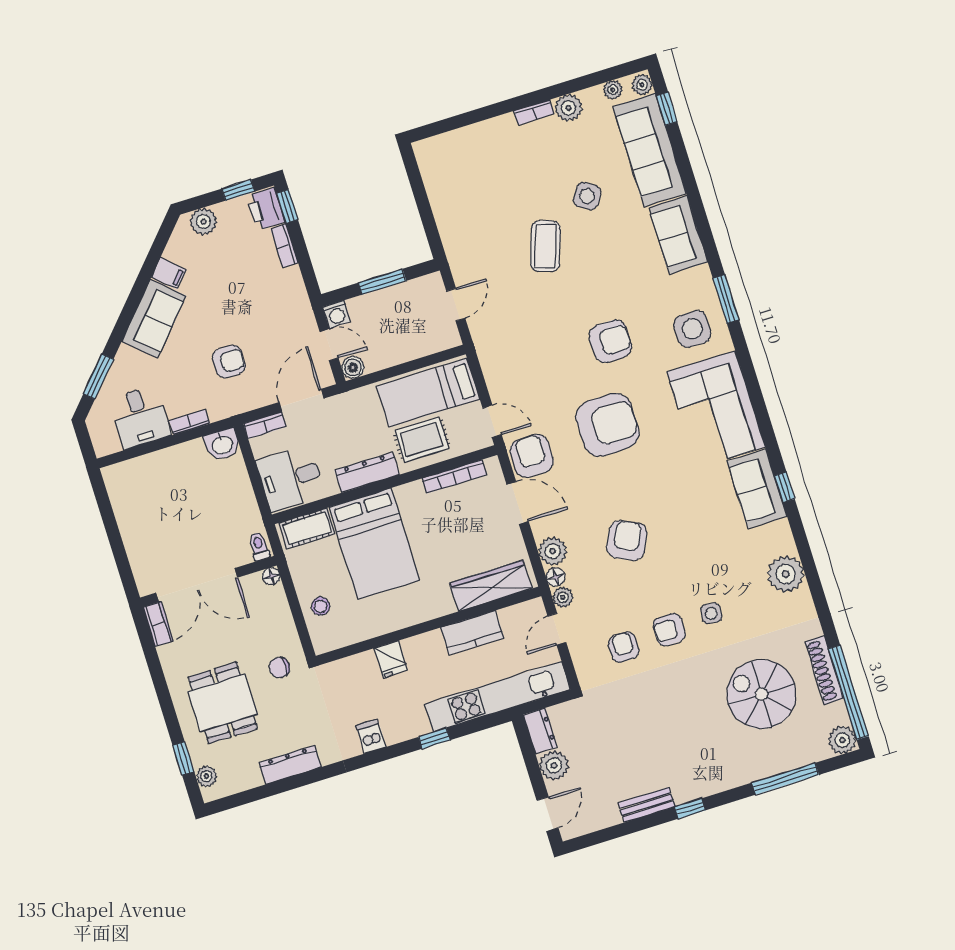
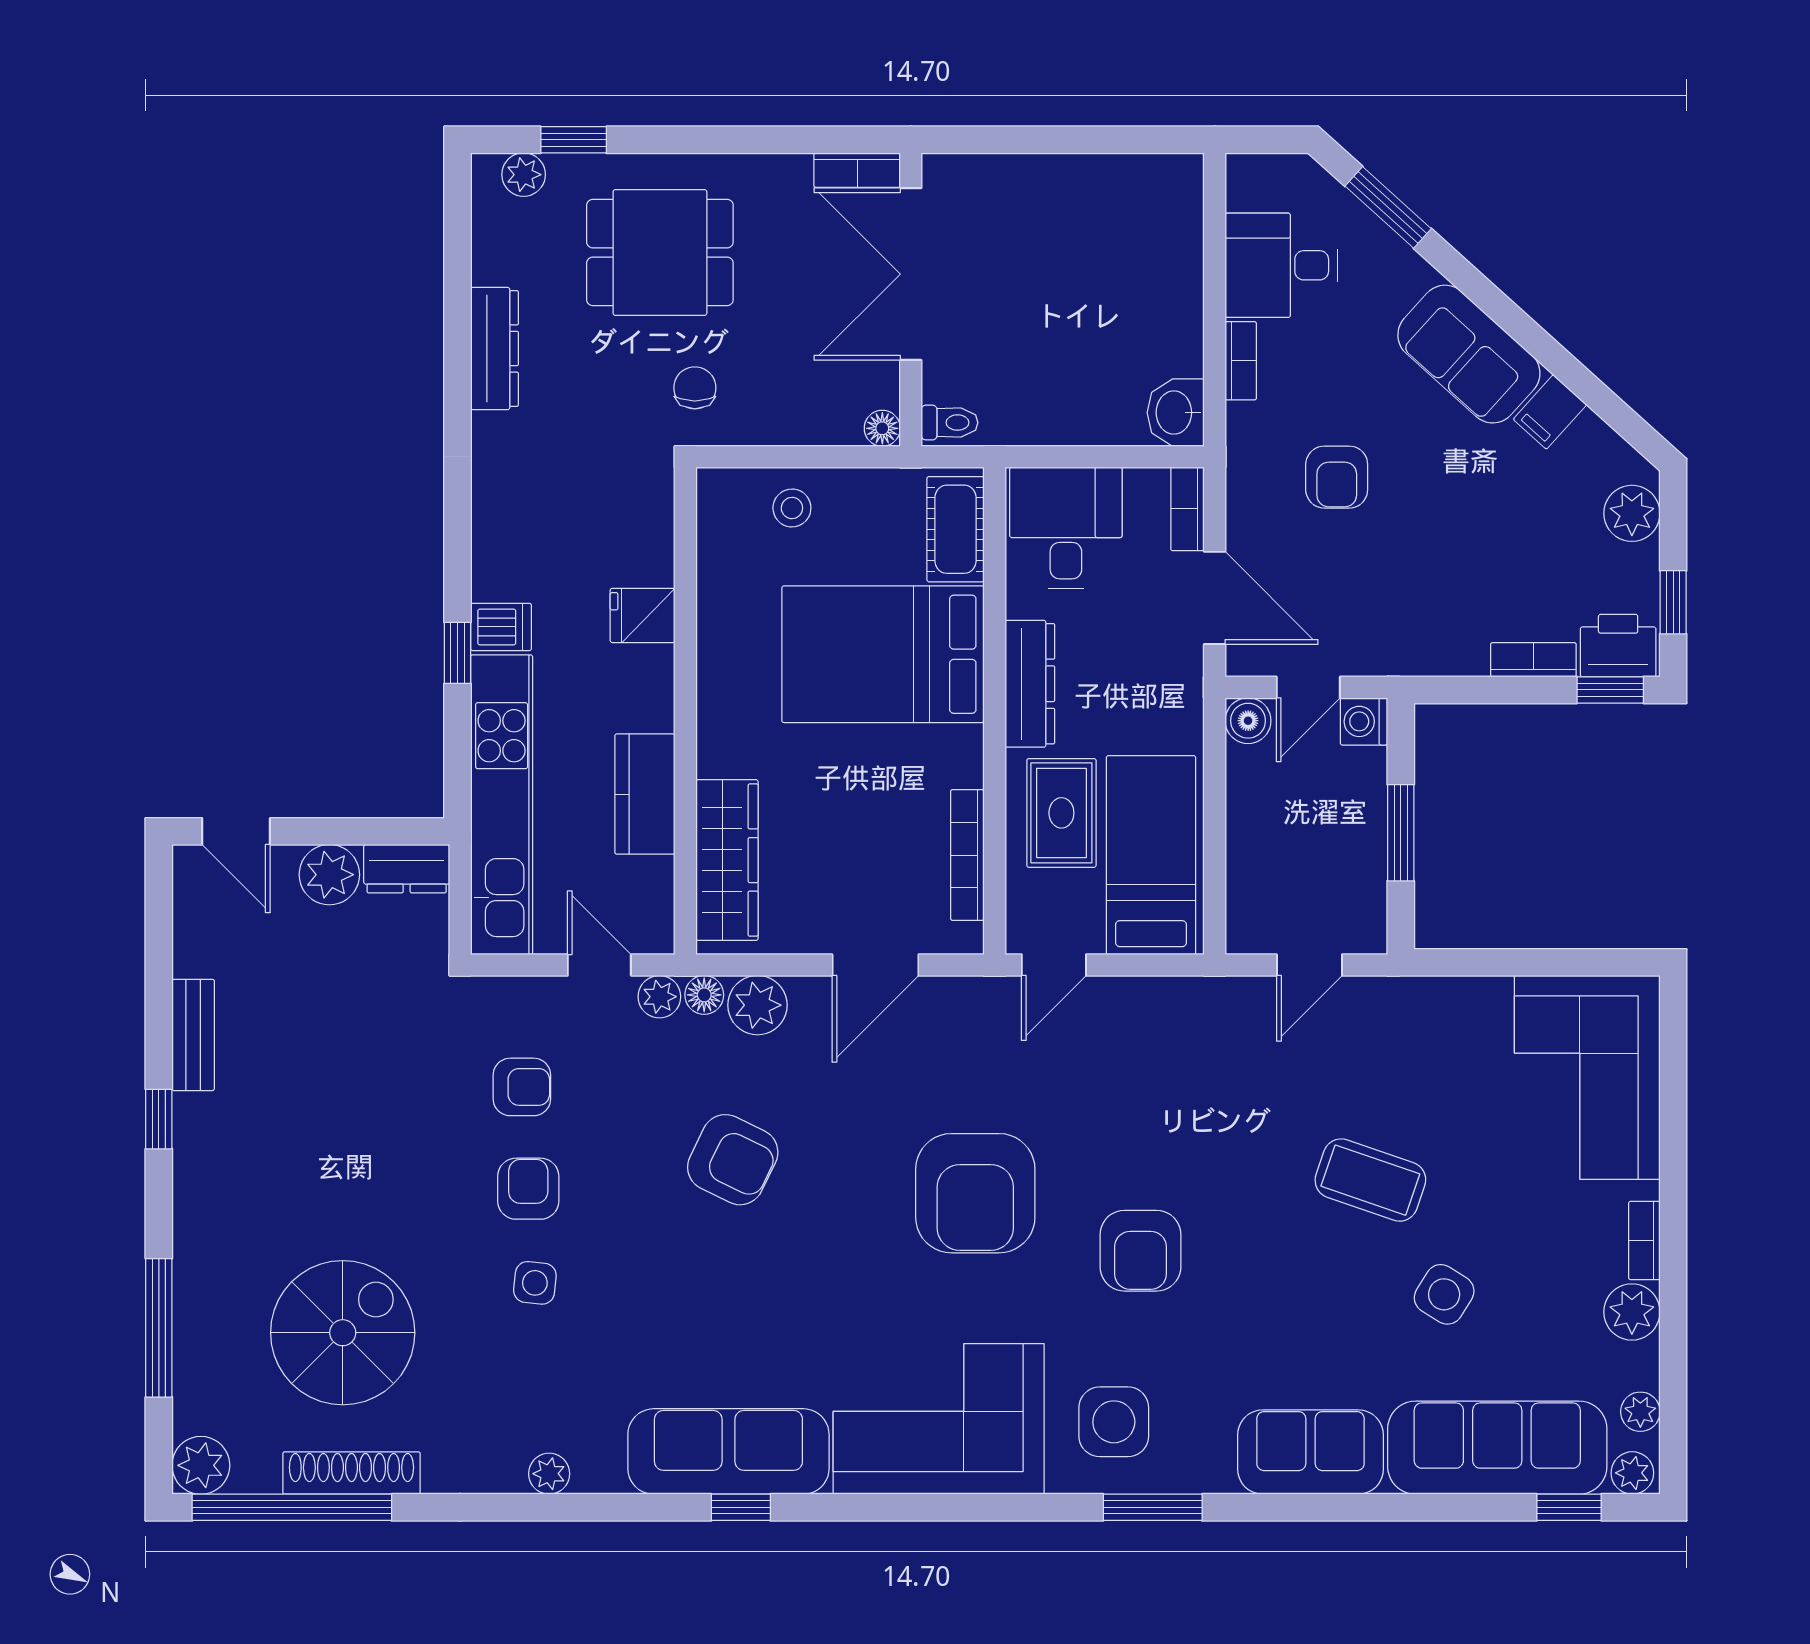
corner sofa: (468, 162) -> (1587, 1077), added
door: (456, 305) -> (1309, 965), hinge flipped
armchair: (532, 456) -> (961, 1022), removed
sofa: (757, 489) -> (728, 1451), width x1.36
plant: (786, 574) -> (549, 1474), width x0.53, depth x0.53
dishwasher: (371, 736) -> (501, 627), moved

